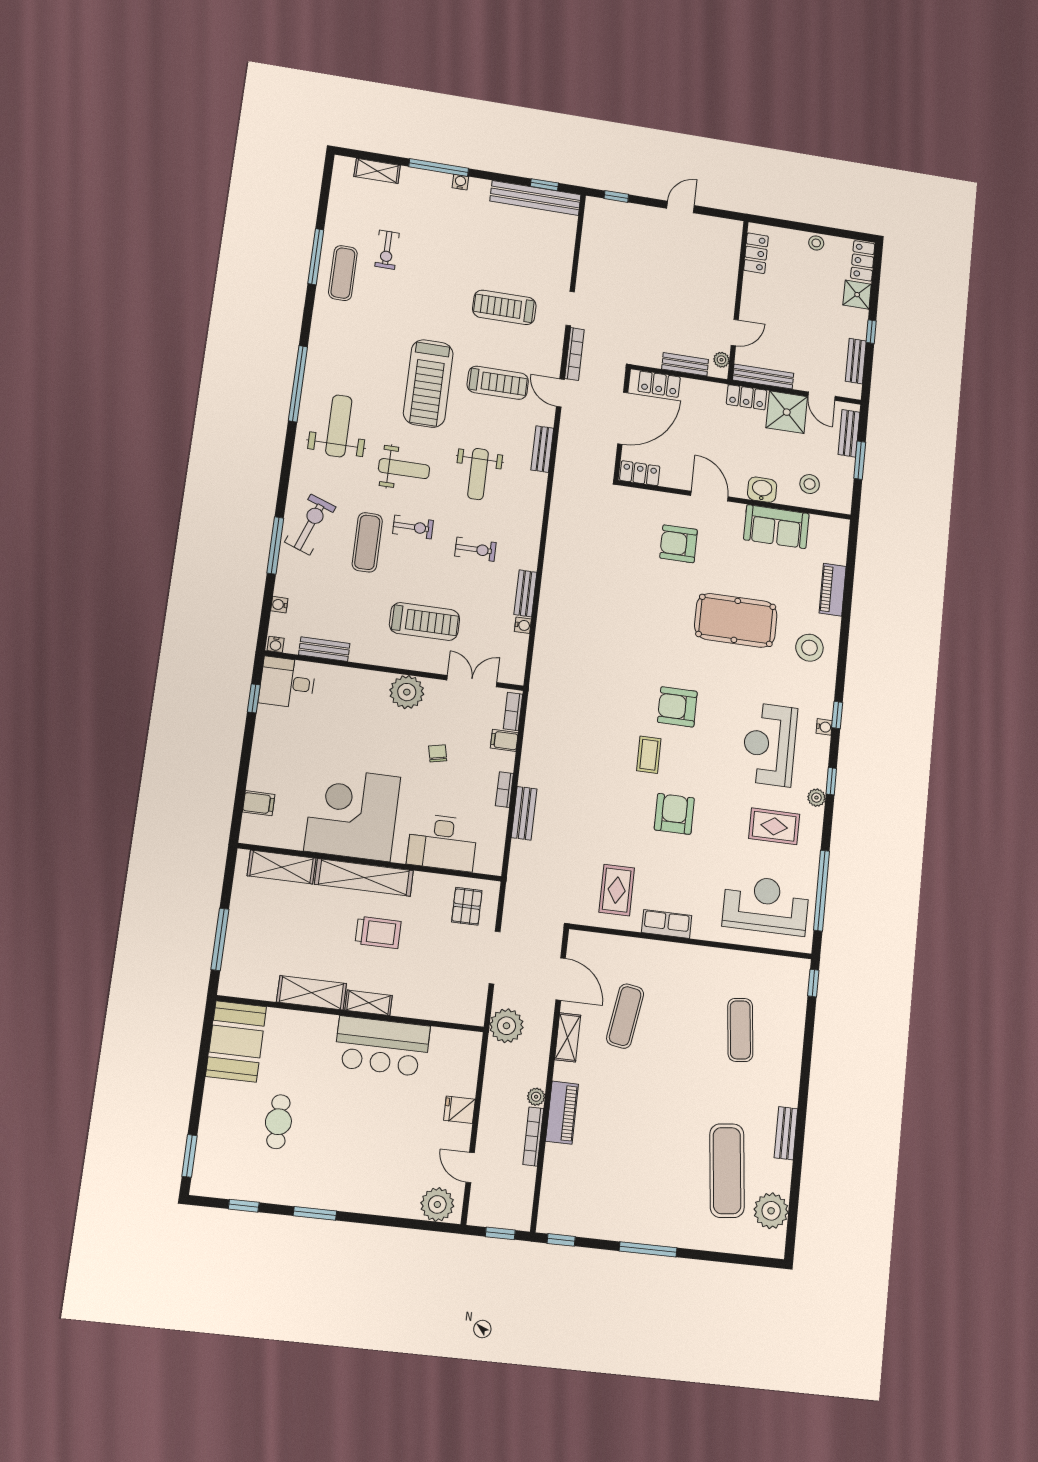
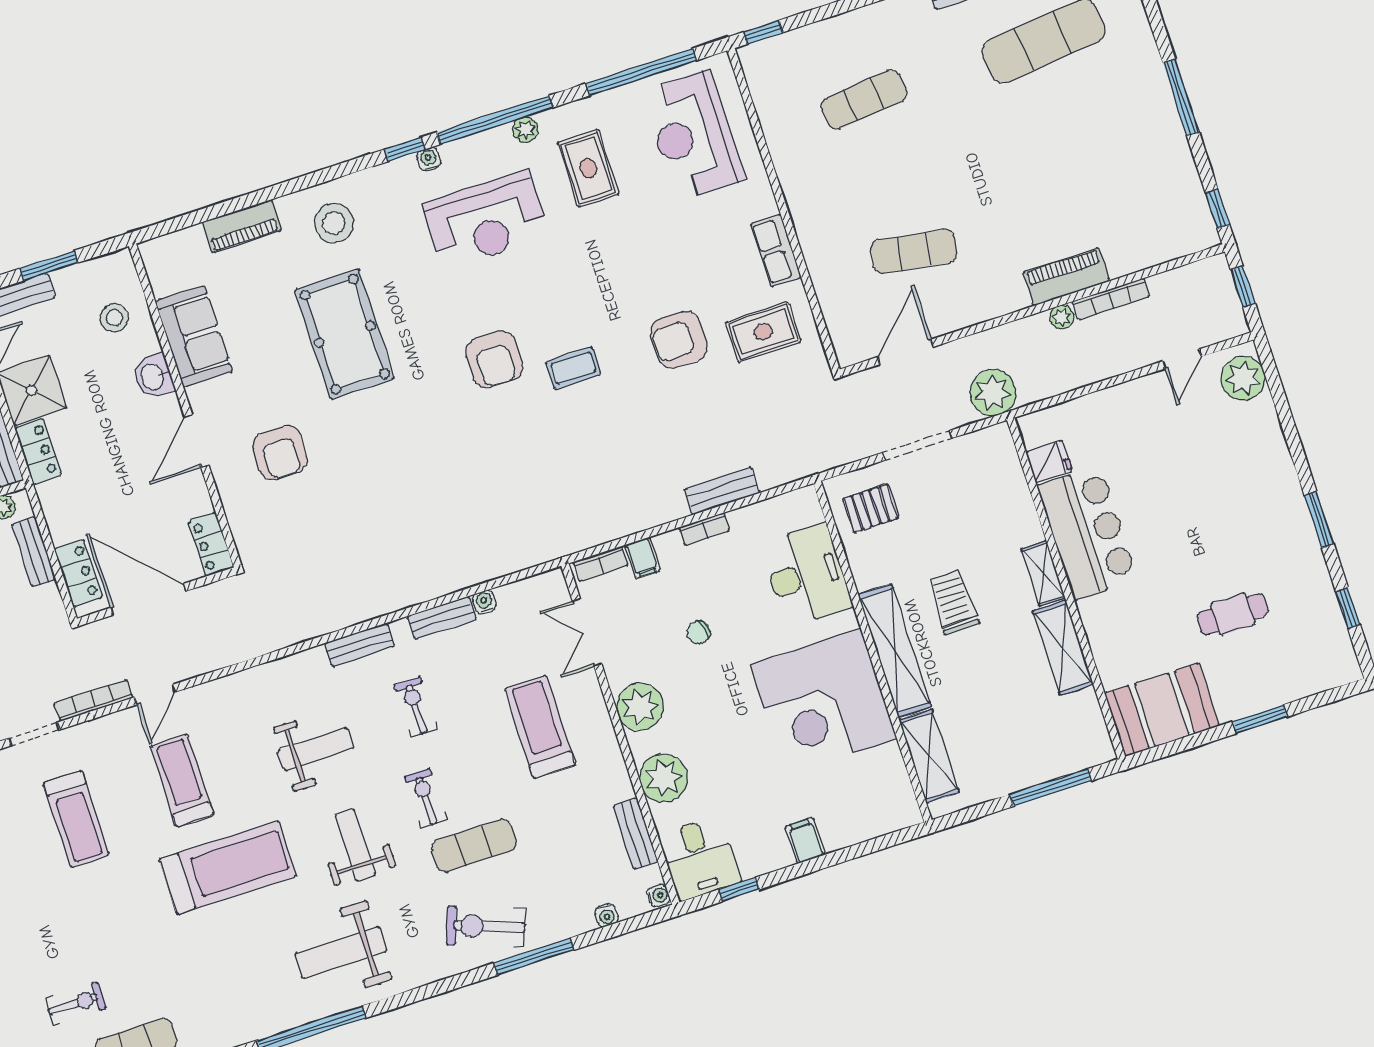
bench: (542, 449) -> (359, 645), moved
plant: (352, 685) -> (664, 778), added
window: (831, 781) -> (495, 120), width x3.17
filing cabinet: (259, 803) -> (805, 841), moved
armchair: (674, 814) -> (679, 340), moved
shelving: (568, 1037) -> (973, 311), removed
fridge: (459, 1110) -> (1049, 461), moved, turned -90
window: (189, 1156) -> (1260, 719), moved

